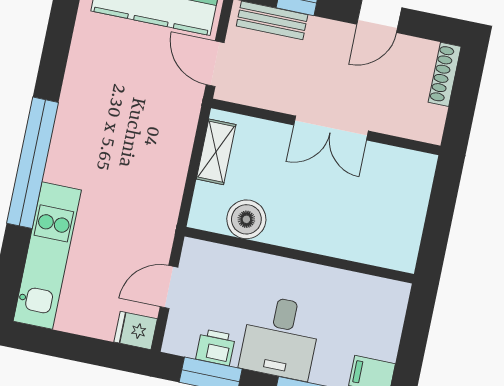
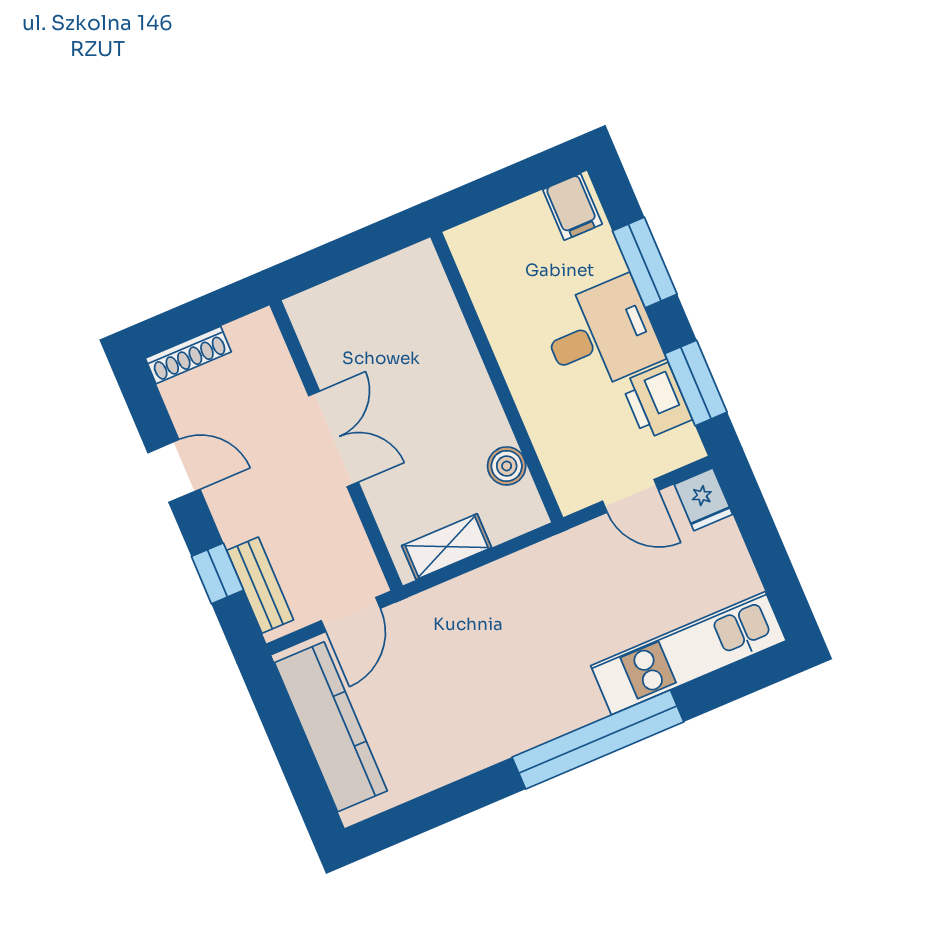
boiler: (246, 219) -> (507, 466), width x0.73, depth x0.73
printer: (216, 347) -> (656, 401), width x1.36, depth x1.24

